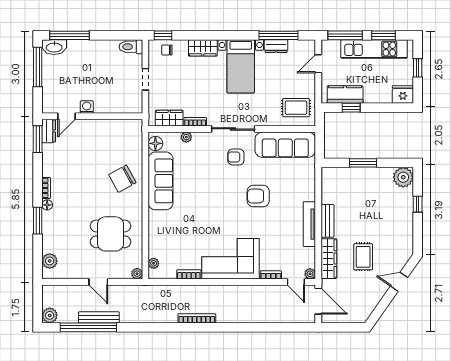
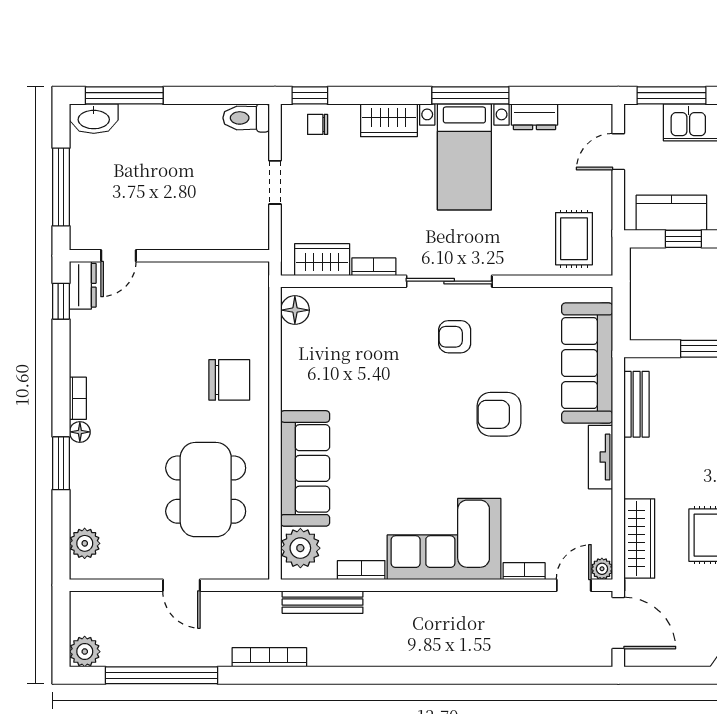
window: (278, 35) -> (470, 95), moved
window: (38, 67) -> (61, 187), moved
washing machine: (87, 107) -> (158, 238), removed
rug: (296, 108) -> (574, 239), turned 90
plant: (186, 137) -> (356, 297), removed
window: (38, 139) -> (61, 301), width x0.67
sofa: (285, 145) -> (587, 363), moved, turned 90
chair: (122, 179) -> (229, 380), turned -151
sofa: (161, 181) -> (305, 468), moved
bench: (327, 221) -> (637, 404), moved
tv unit: (309, 224) -> (601, 457), width x0.71
dining table: (111, 234) -> (206, 490), width x1.38
plant: (154, 263) -> (300, 548), width x1.88, depth x1.88
plant: (137, 274) -> (258, 569), removed
door: (296, 282) -> (574, 585), swing flipped
bench: (99, 317) -> (323, 602), moved
bookcase: (197, 318) -> (269, 657), moved

